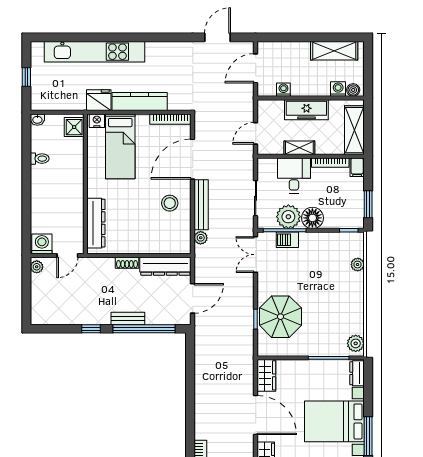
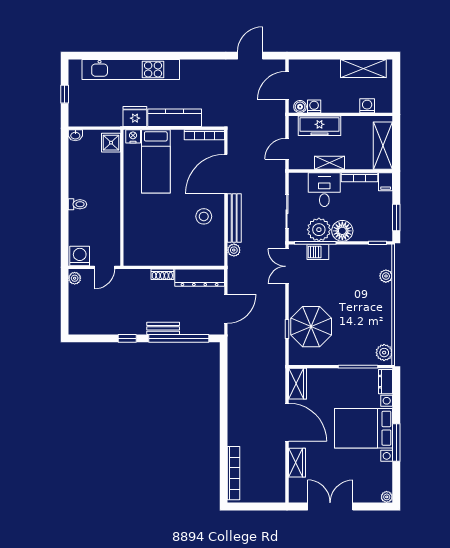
boiler: (353, 90) -> (300, 107), moved
freezer: (306, 110) -> (319, 126), moved
toilet: (40, 159) -> (78, 204), moved
dresser: (96, 223) -> (132, 236), removed

